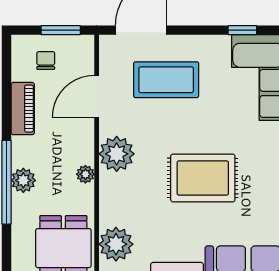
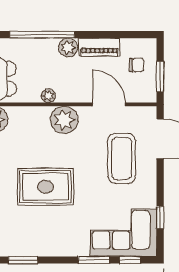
rug: (203, 178) -> (45, 187), turned 90
plant: (23, 180) -> (68, 48), moved

